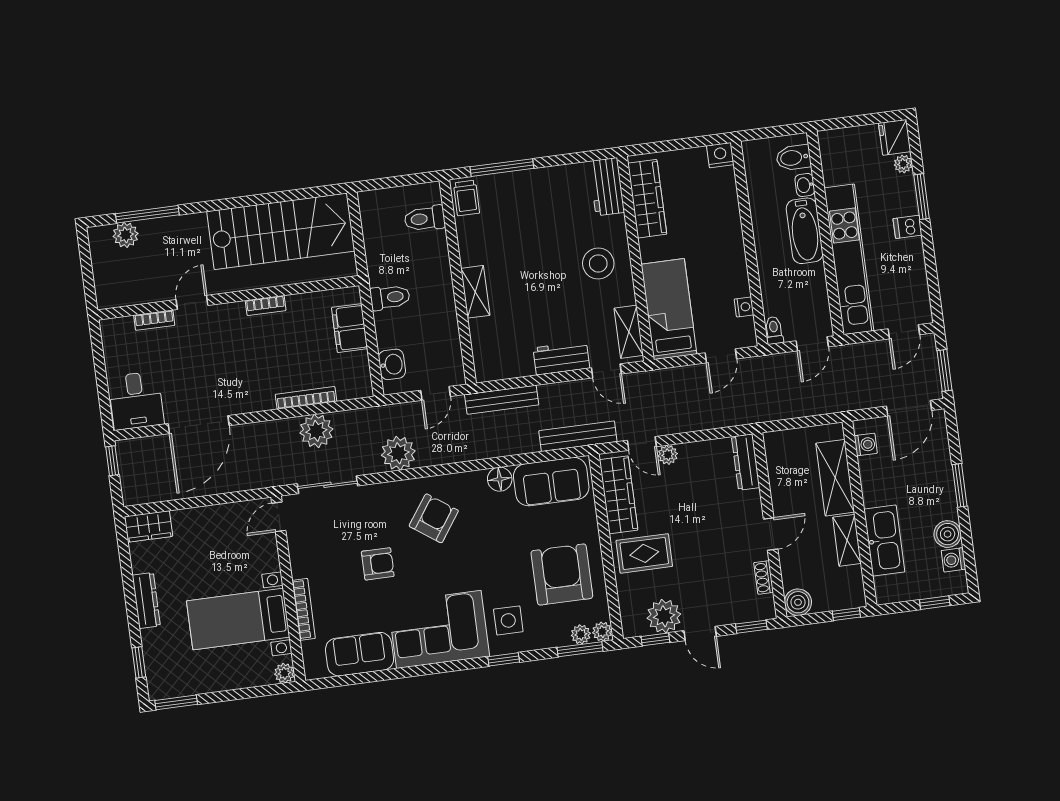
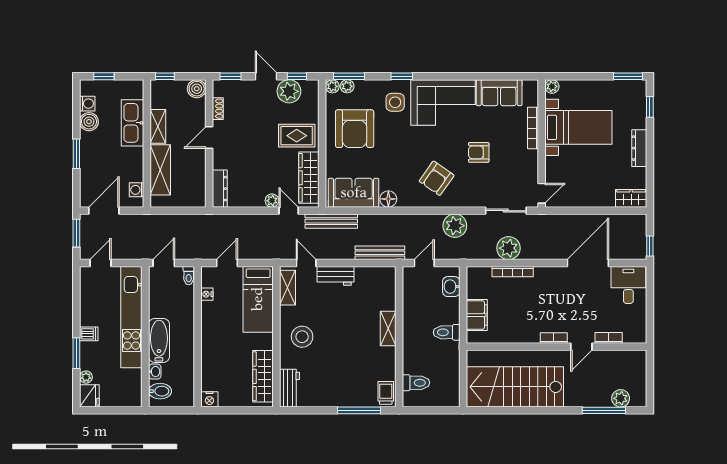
bookcase: (266, 305) -> (554, 338), moved

